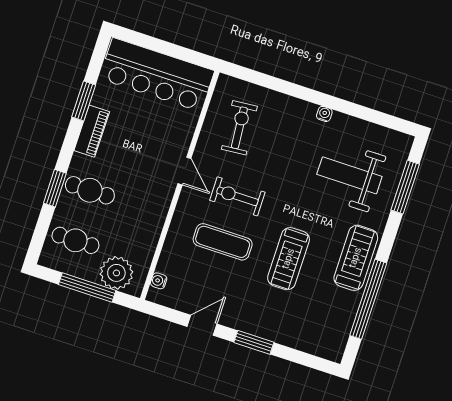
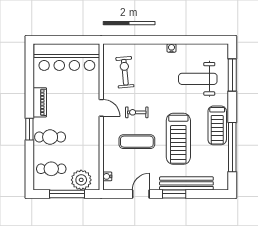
window: (84, 101) -> (29, 86), removed
window: (55, 188) -> (29, 129), moved
exercise bike: (237, 196) -> (137, 112), width x0.73, depth x0.72
treadmill: (356, 258) -> (217, 125), turned 180
treadmill: (289, 259) -> (178, 139), width x1.37, depth x1.38
bench: (278, 332) -> (186, 183), added

